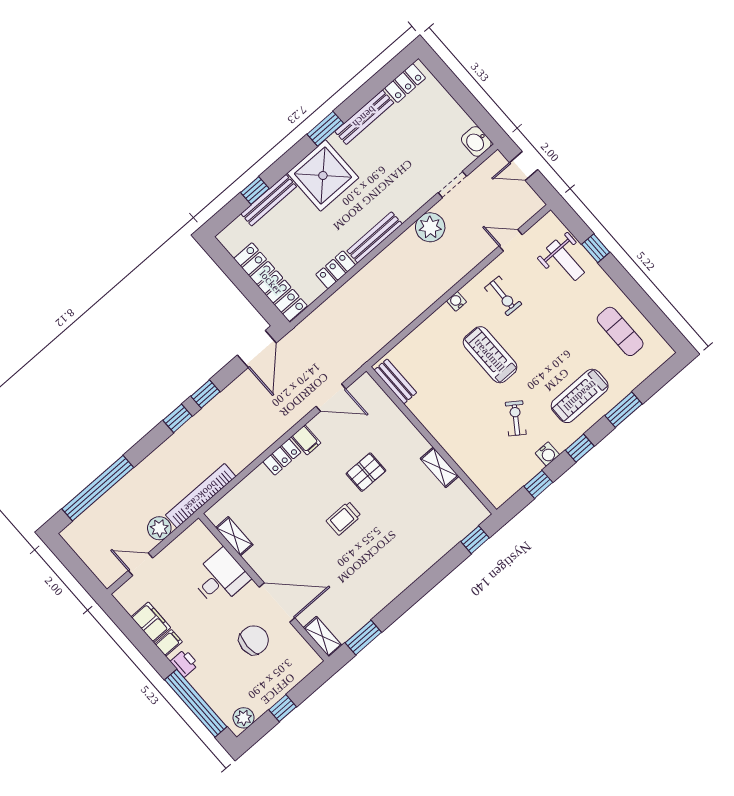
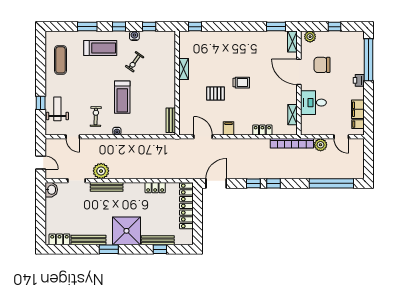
bench: (375, 237) -> (107, 187), moved
locker: (282, 457) -> (262, 130), moved
filing cabinet: (169, 643) -> (358, 124), moved
plant: (244, 718) -> (310, 37), moved

